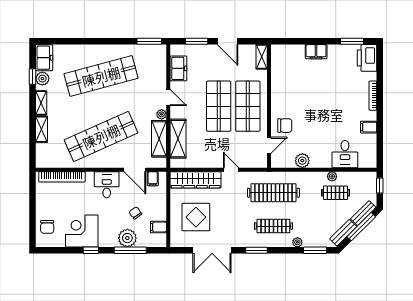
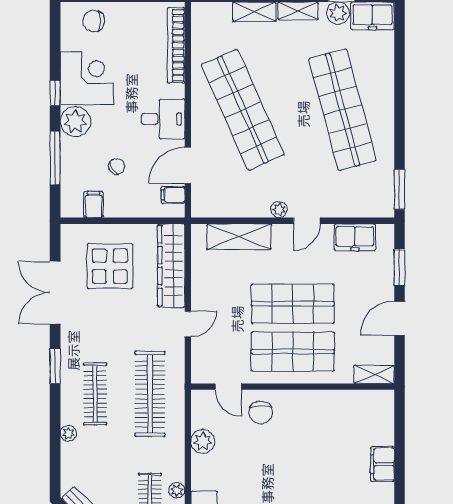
shelving: (159, 139) -> (239, 205), removed
plant: (127, 238) -> (75, 121), moved
window: (315, 250) -> (55, 462), removed

